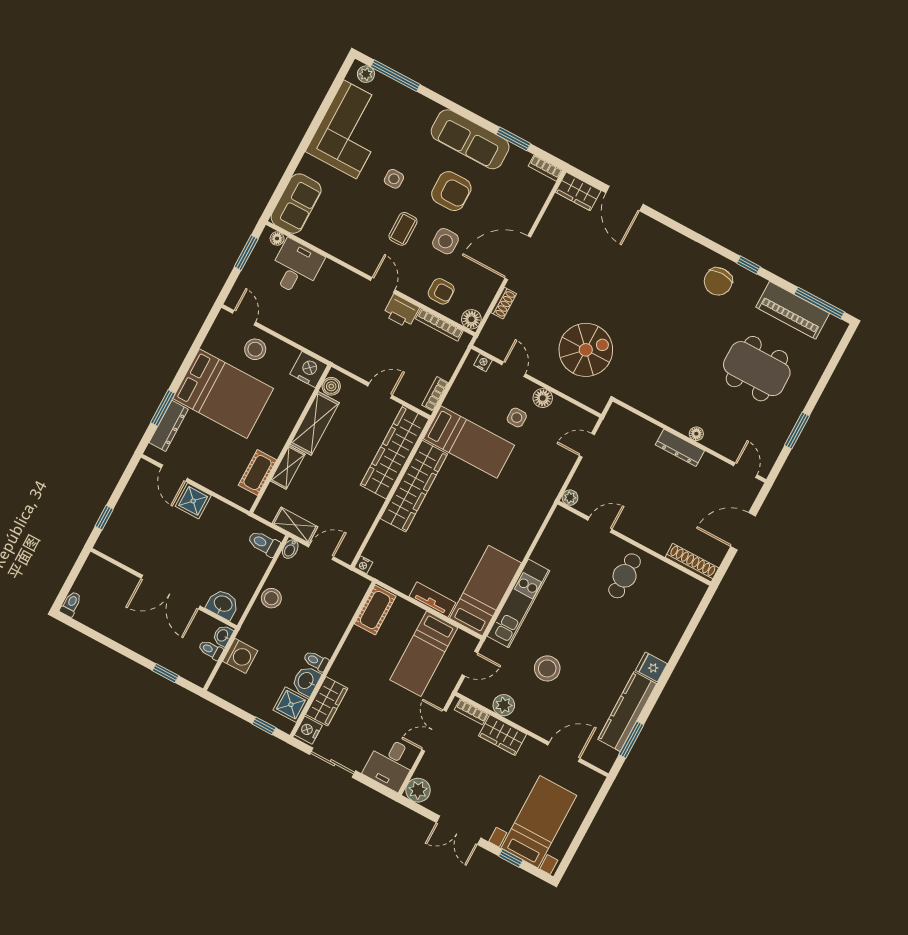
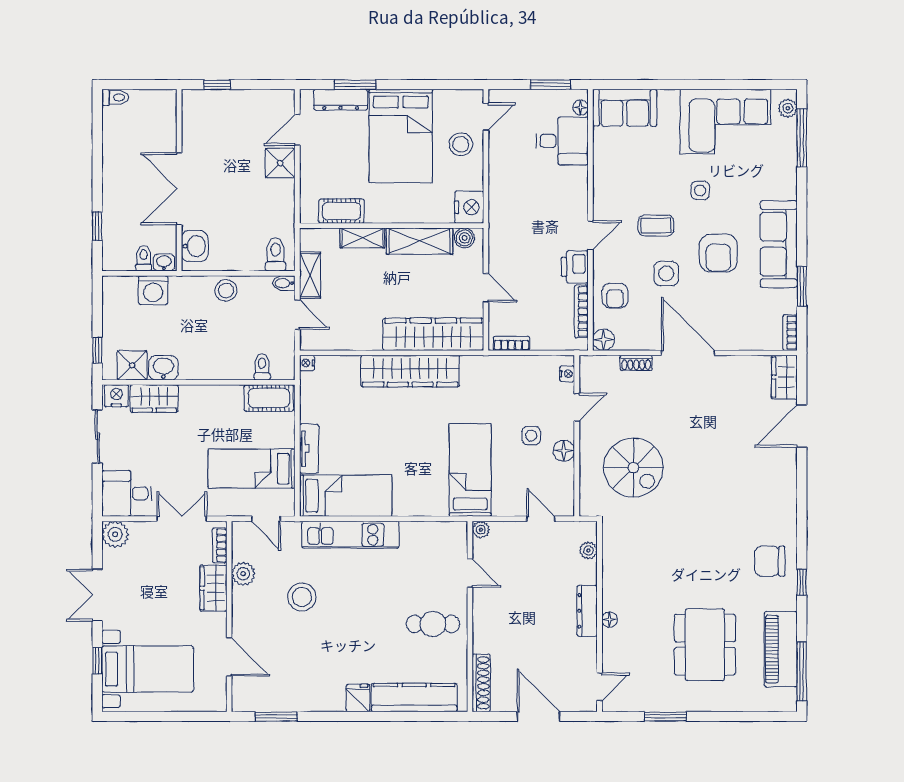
plant: (632, 421) -> (588, 550), added
bed: (469, 442) -> (470, 470), moved, turned 180
toilet: (316, 661) -> (262, 367), moved
kitchen counter: (627, 712) -> (414, 698), moved

